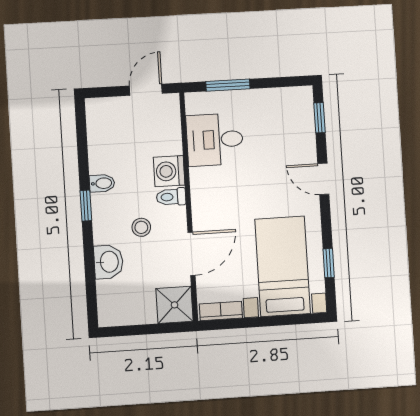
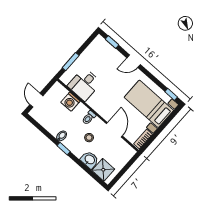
door: (146, 90) -> (36, 100), moved
washing machine: (169, 171) -> (70, 102), moved
window: (329, 263) -> (171, 94), moved
shower: (175, 305) -> (103, 170), moved

